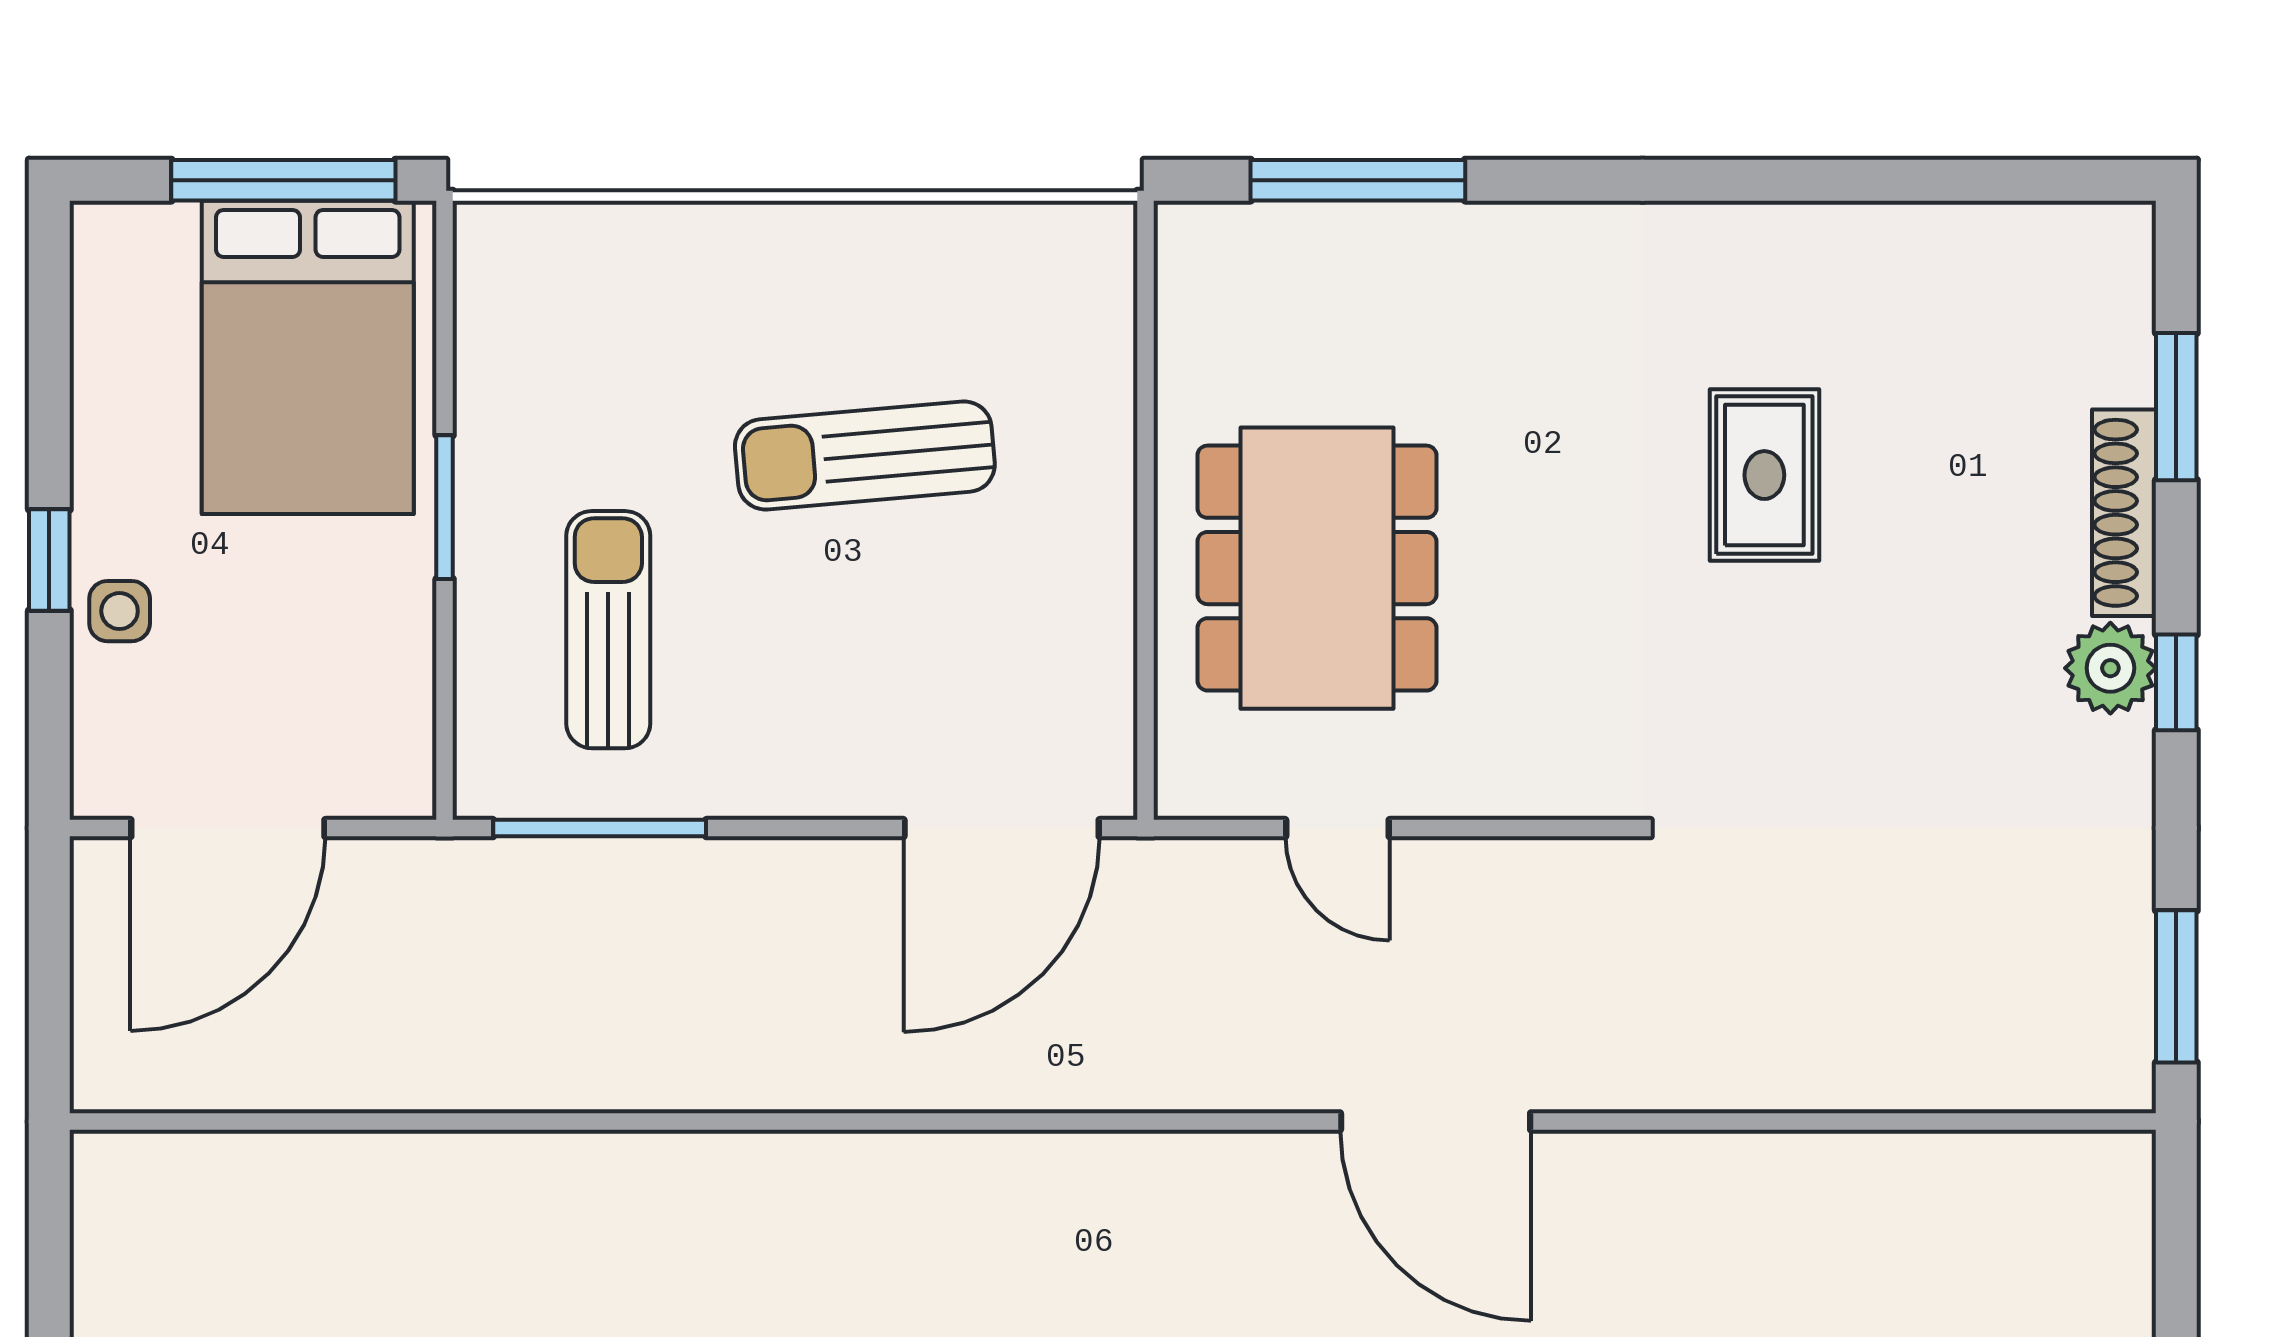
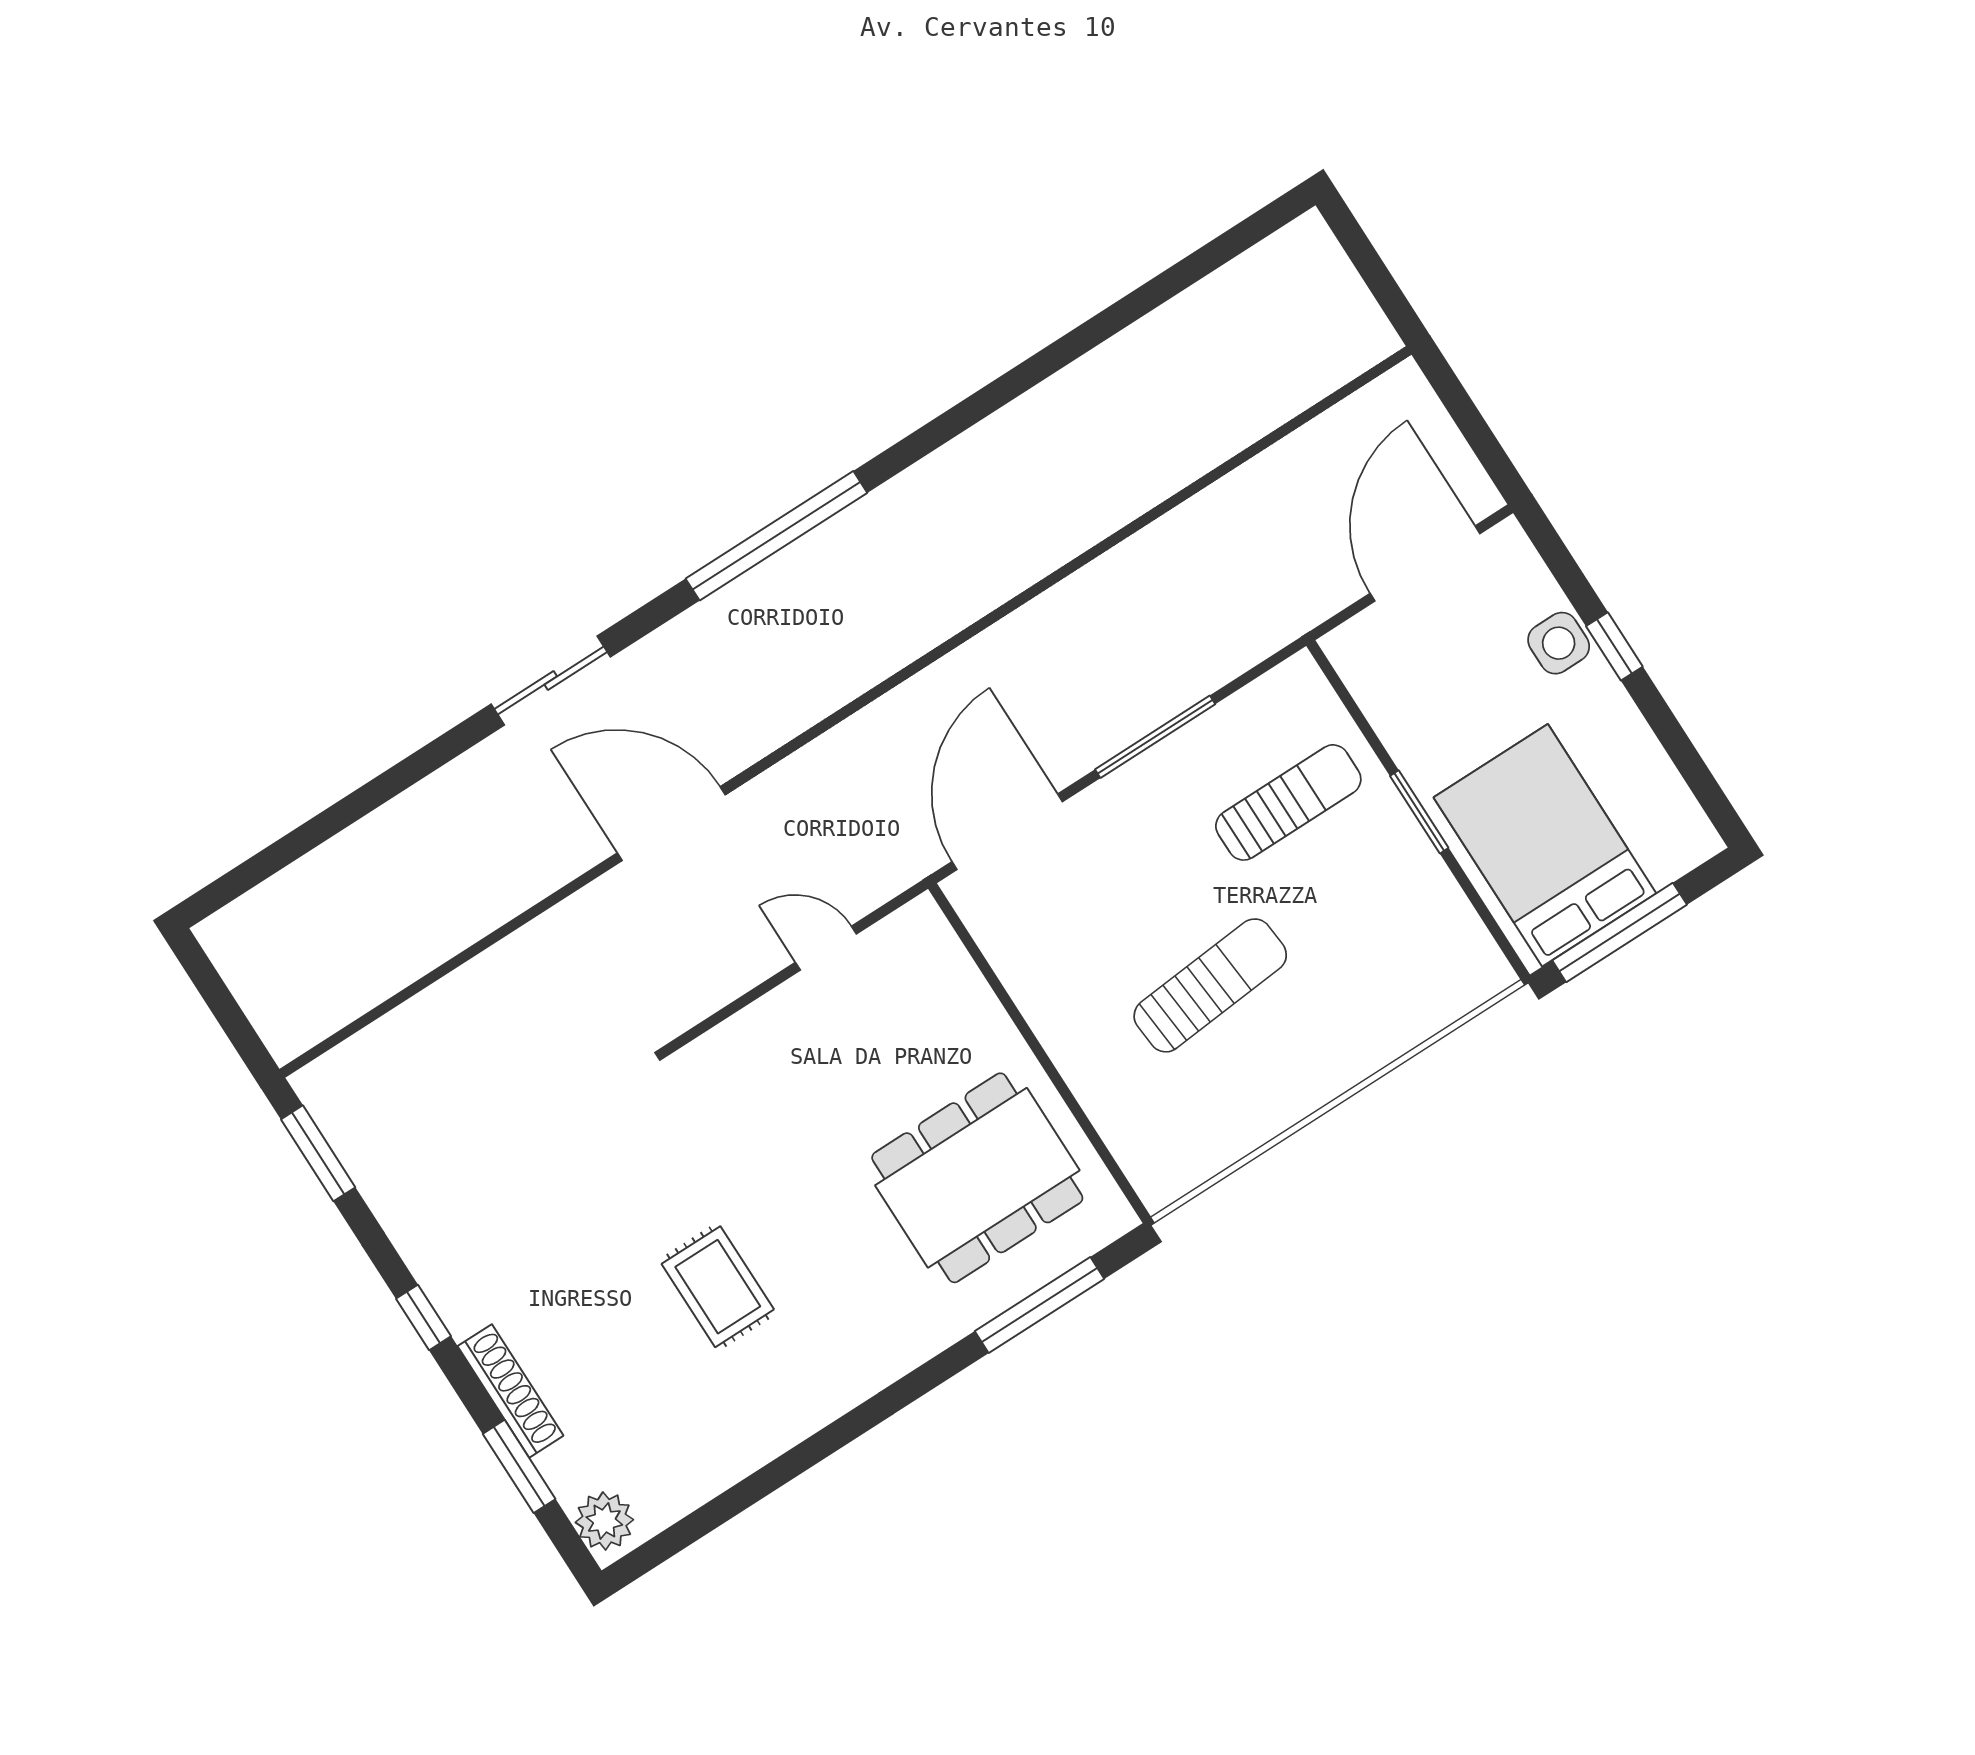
dining table: (1317, 568) -> (977, 1178), moved, turned 90
side table: (120, 611) -> (1559, 643), width x1.37, depth x1.37
sun lounger: (608, 630) -> (1288, 802), turned -90
plant: (2110, 668) -> (604, 1521), moved
window: (600, 828) -> (1155, 737), moved

